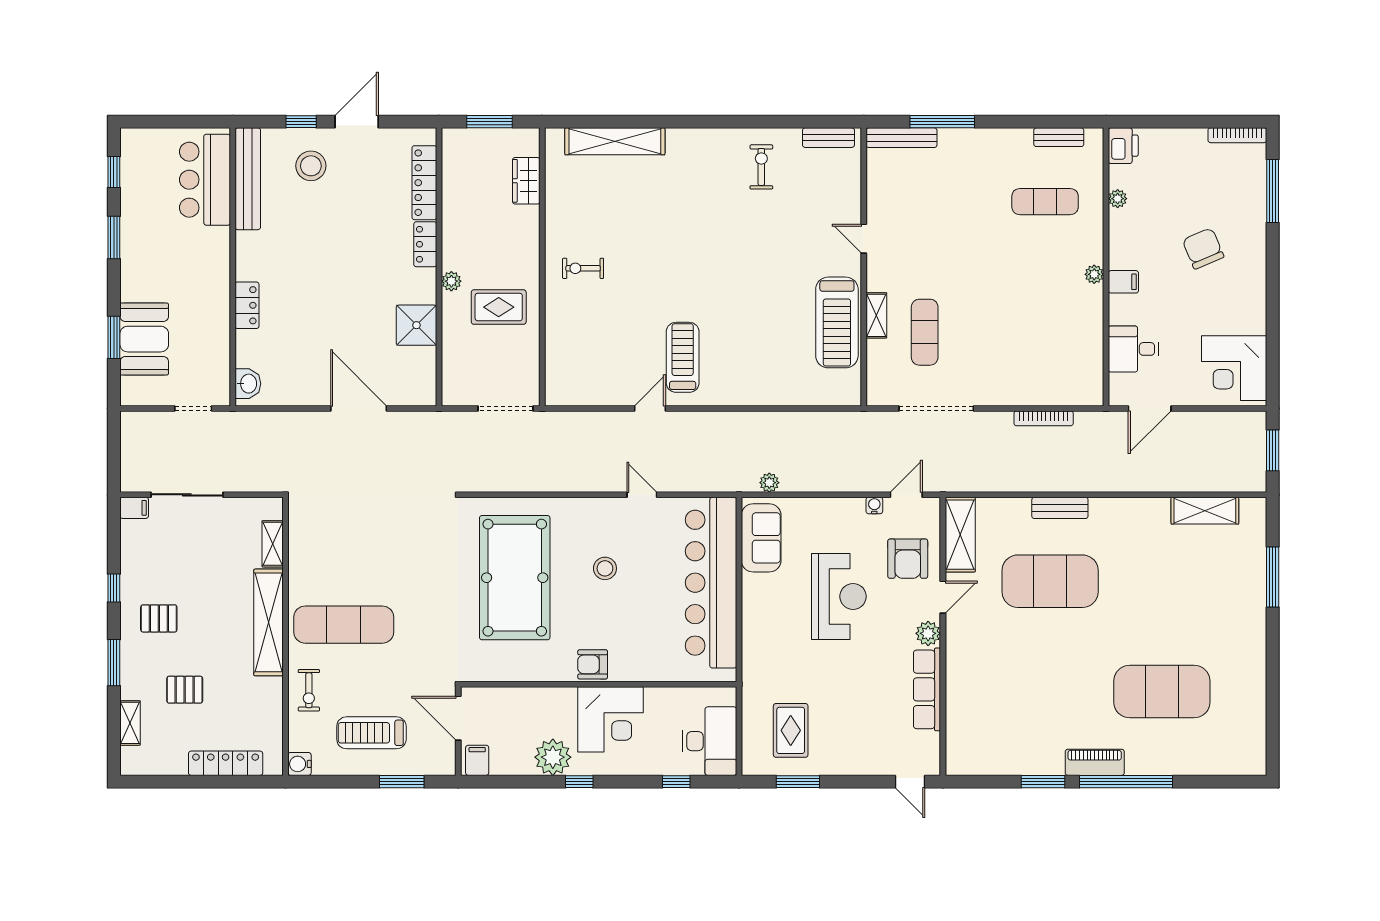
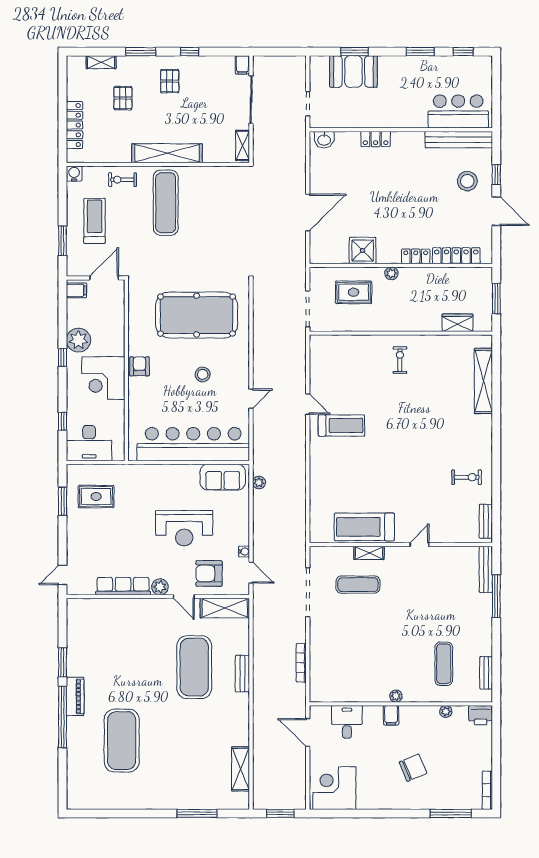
rug: (499, 307) -> (354, 292), moved, turned 90
shelving: (273, 544) -> (243, 145), moved, turned 90

